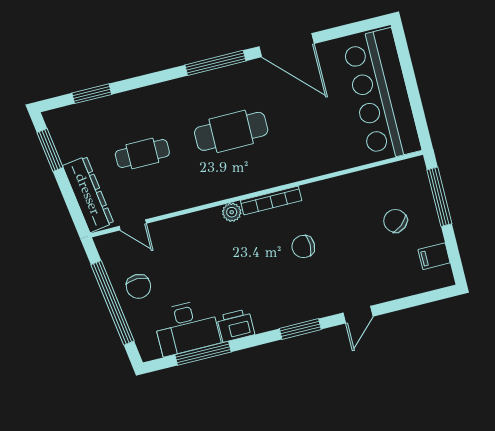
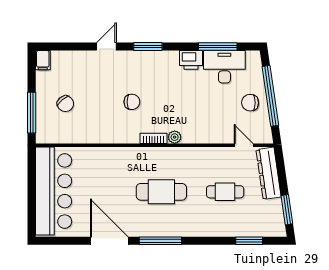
bookcase: (271, 201) -> (153, 138), width x0.64
filing cabinet: (434, 256) -> (43, 60), moved, turned 90
chair: (138, 286) -> (250, 103), turned -90

